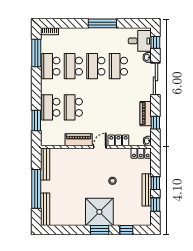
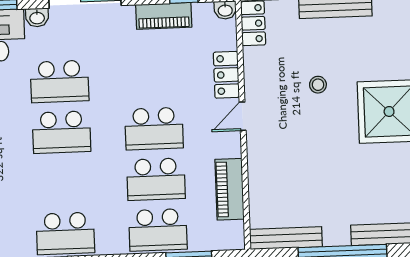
school desk: (73, 66) -> (154, 129), moved
piano: (79, 140) -> (229, 189), moved
door: (100, 147) -> (243, 116), hinge flipped

